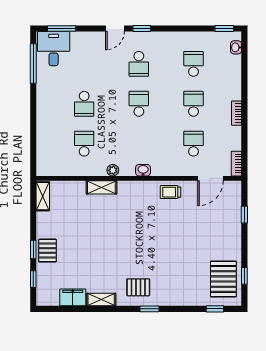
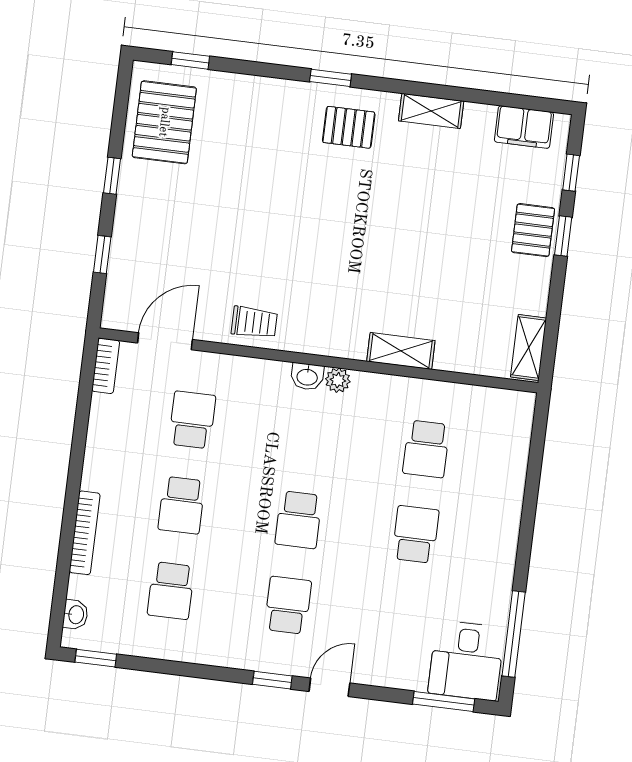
bookcase: (237, 113) -> (85, 533), moved, width x1.56
school desk: (193, 144) -> (192, 420), turned 180
plant: (113, 170) -> (338, 380), moved
window: (244, 276) -> (112, 176), moved
filing cabinet: (73, 297) -> (524, 127), moved

